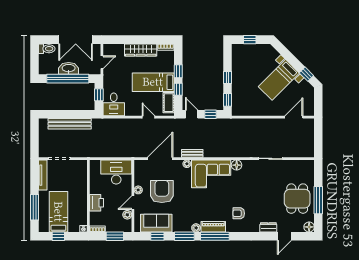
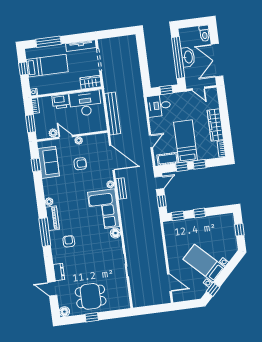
bench: (70, 124) -> (113, 113), moved
wardrobe: (81, 170) -> (91, 82), added
desk: (116, 172) -> (85, 103), moved, turned -90
armchair: (162, 191) -> (80, 164), width x0.53, depth x0.53
window: (318, 200) -> (92, 317), width x0.46
window: (184, 236) -> (39, 191), removed
window: (215, 236) -> (45, 232), moved

